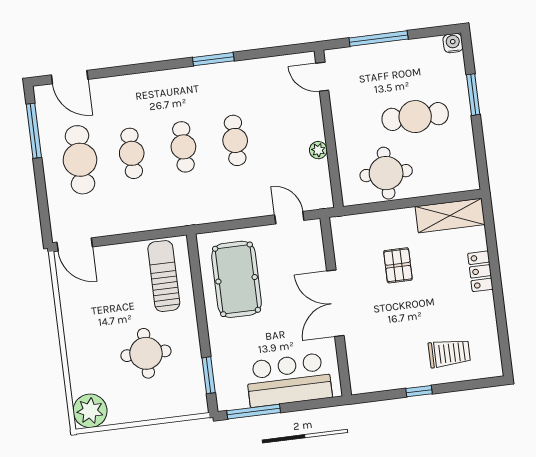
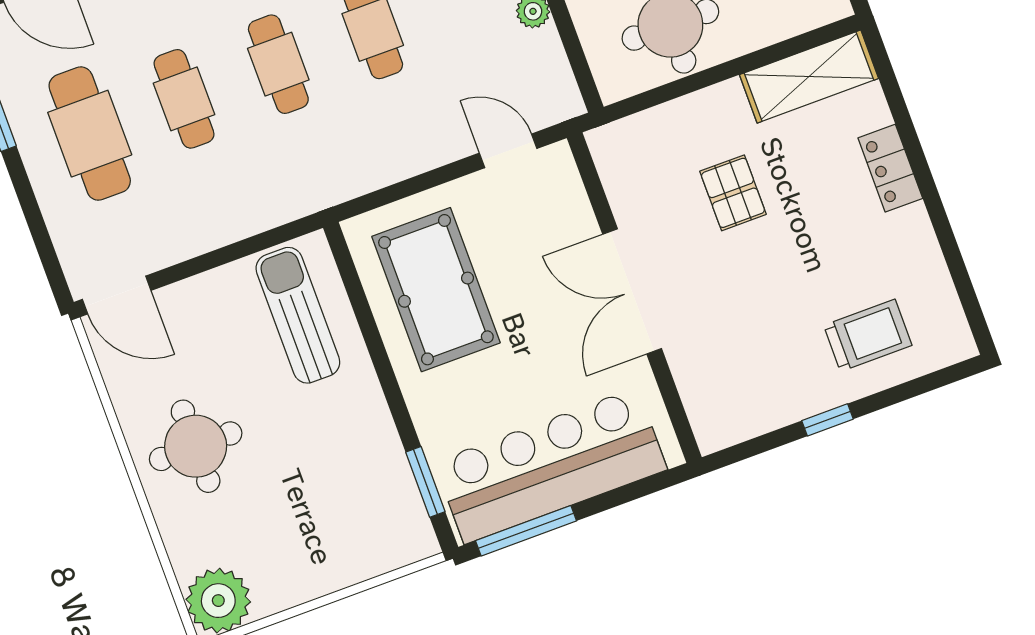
round table: (146, 353) -> (196, 446), moved
bar counter: (289, 380) -> (551, 466), width x1.36

